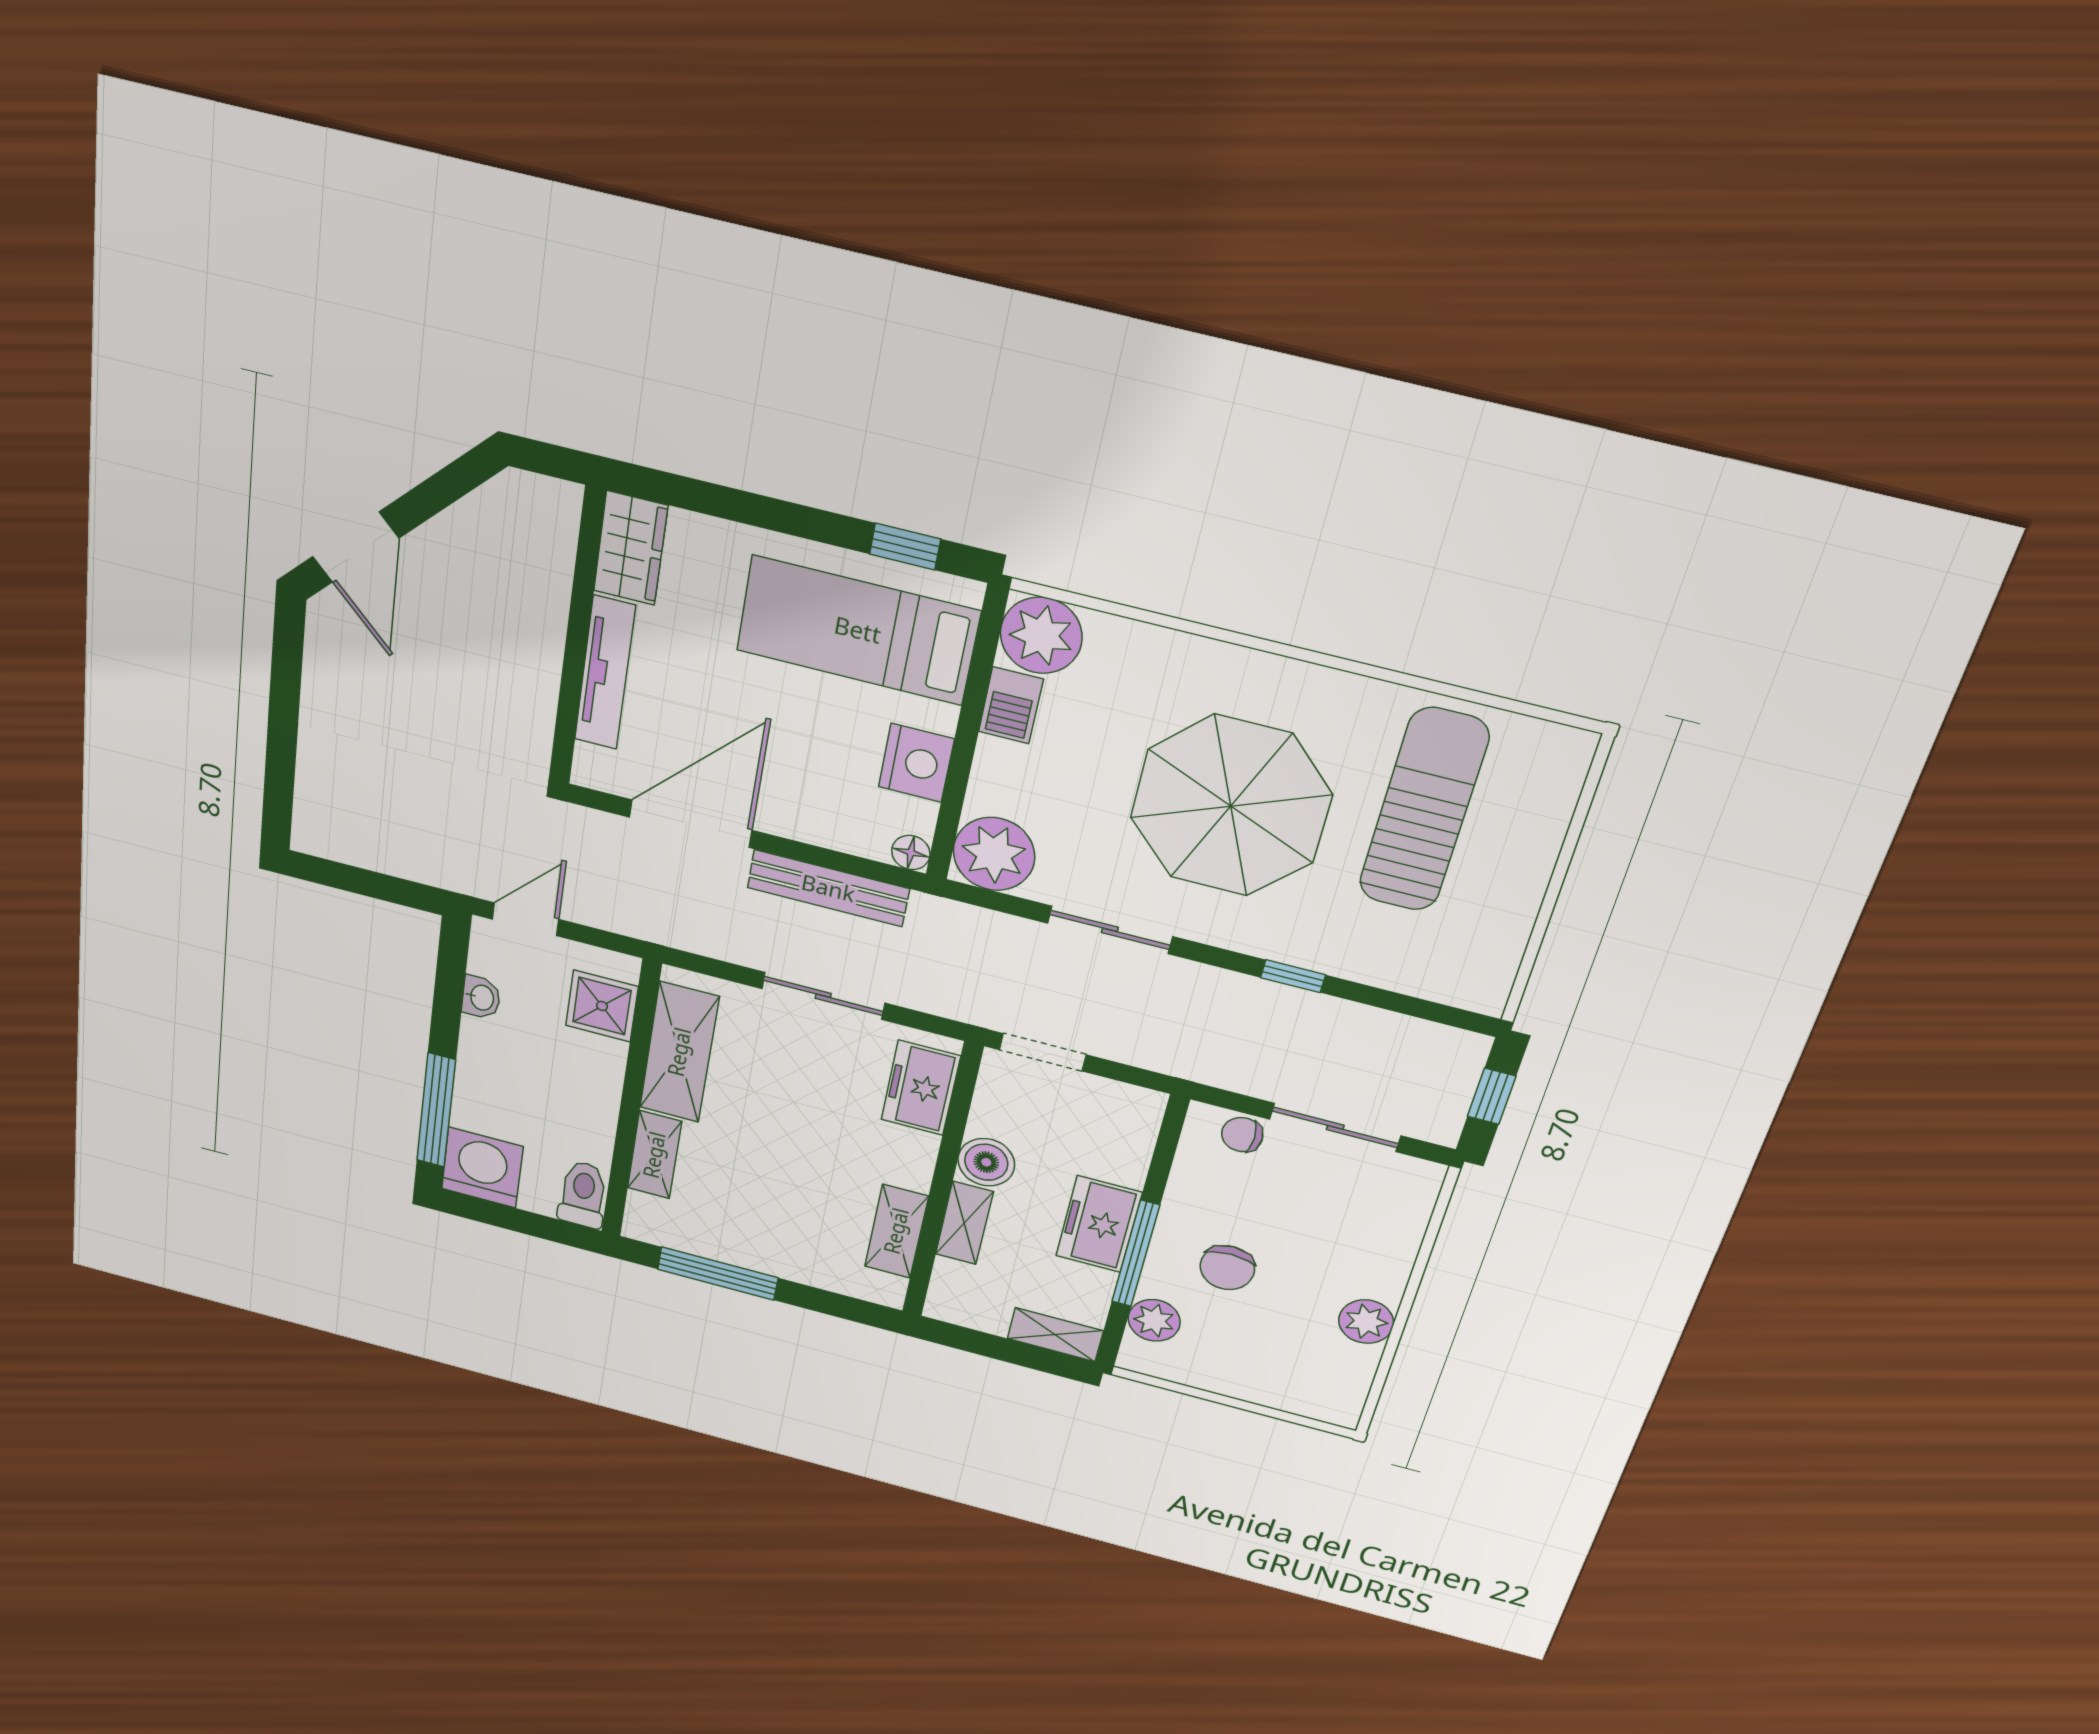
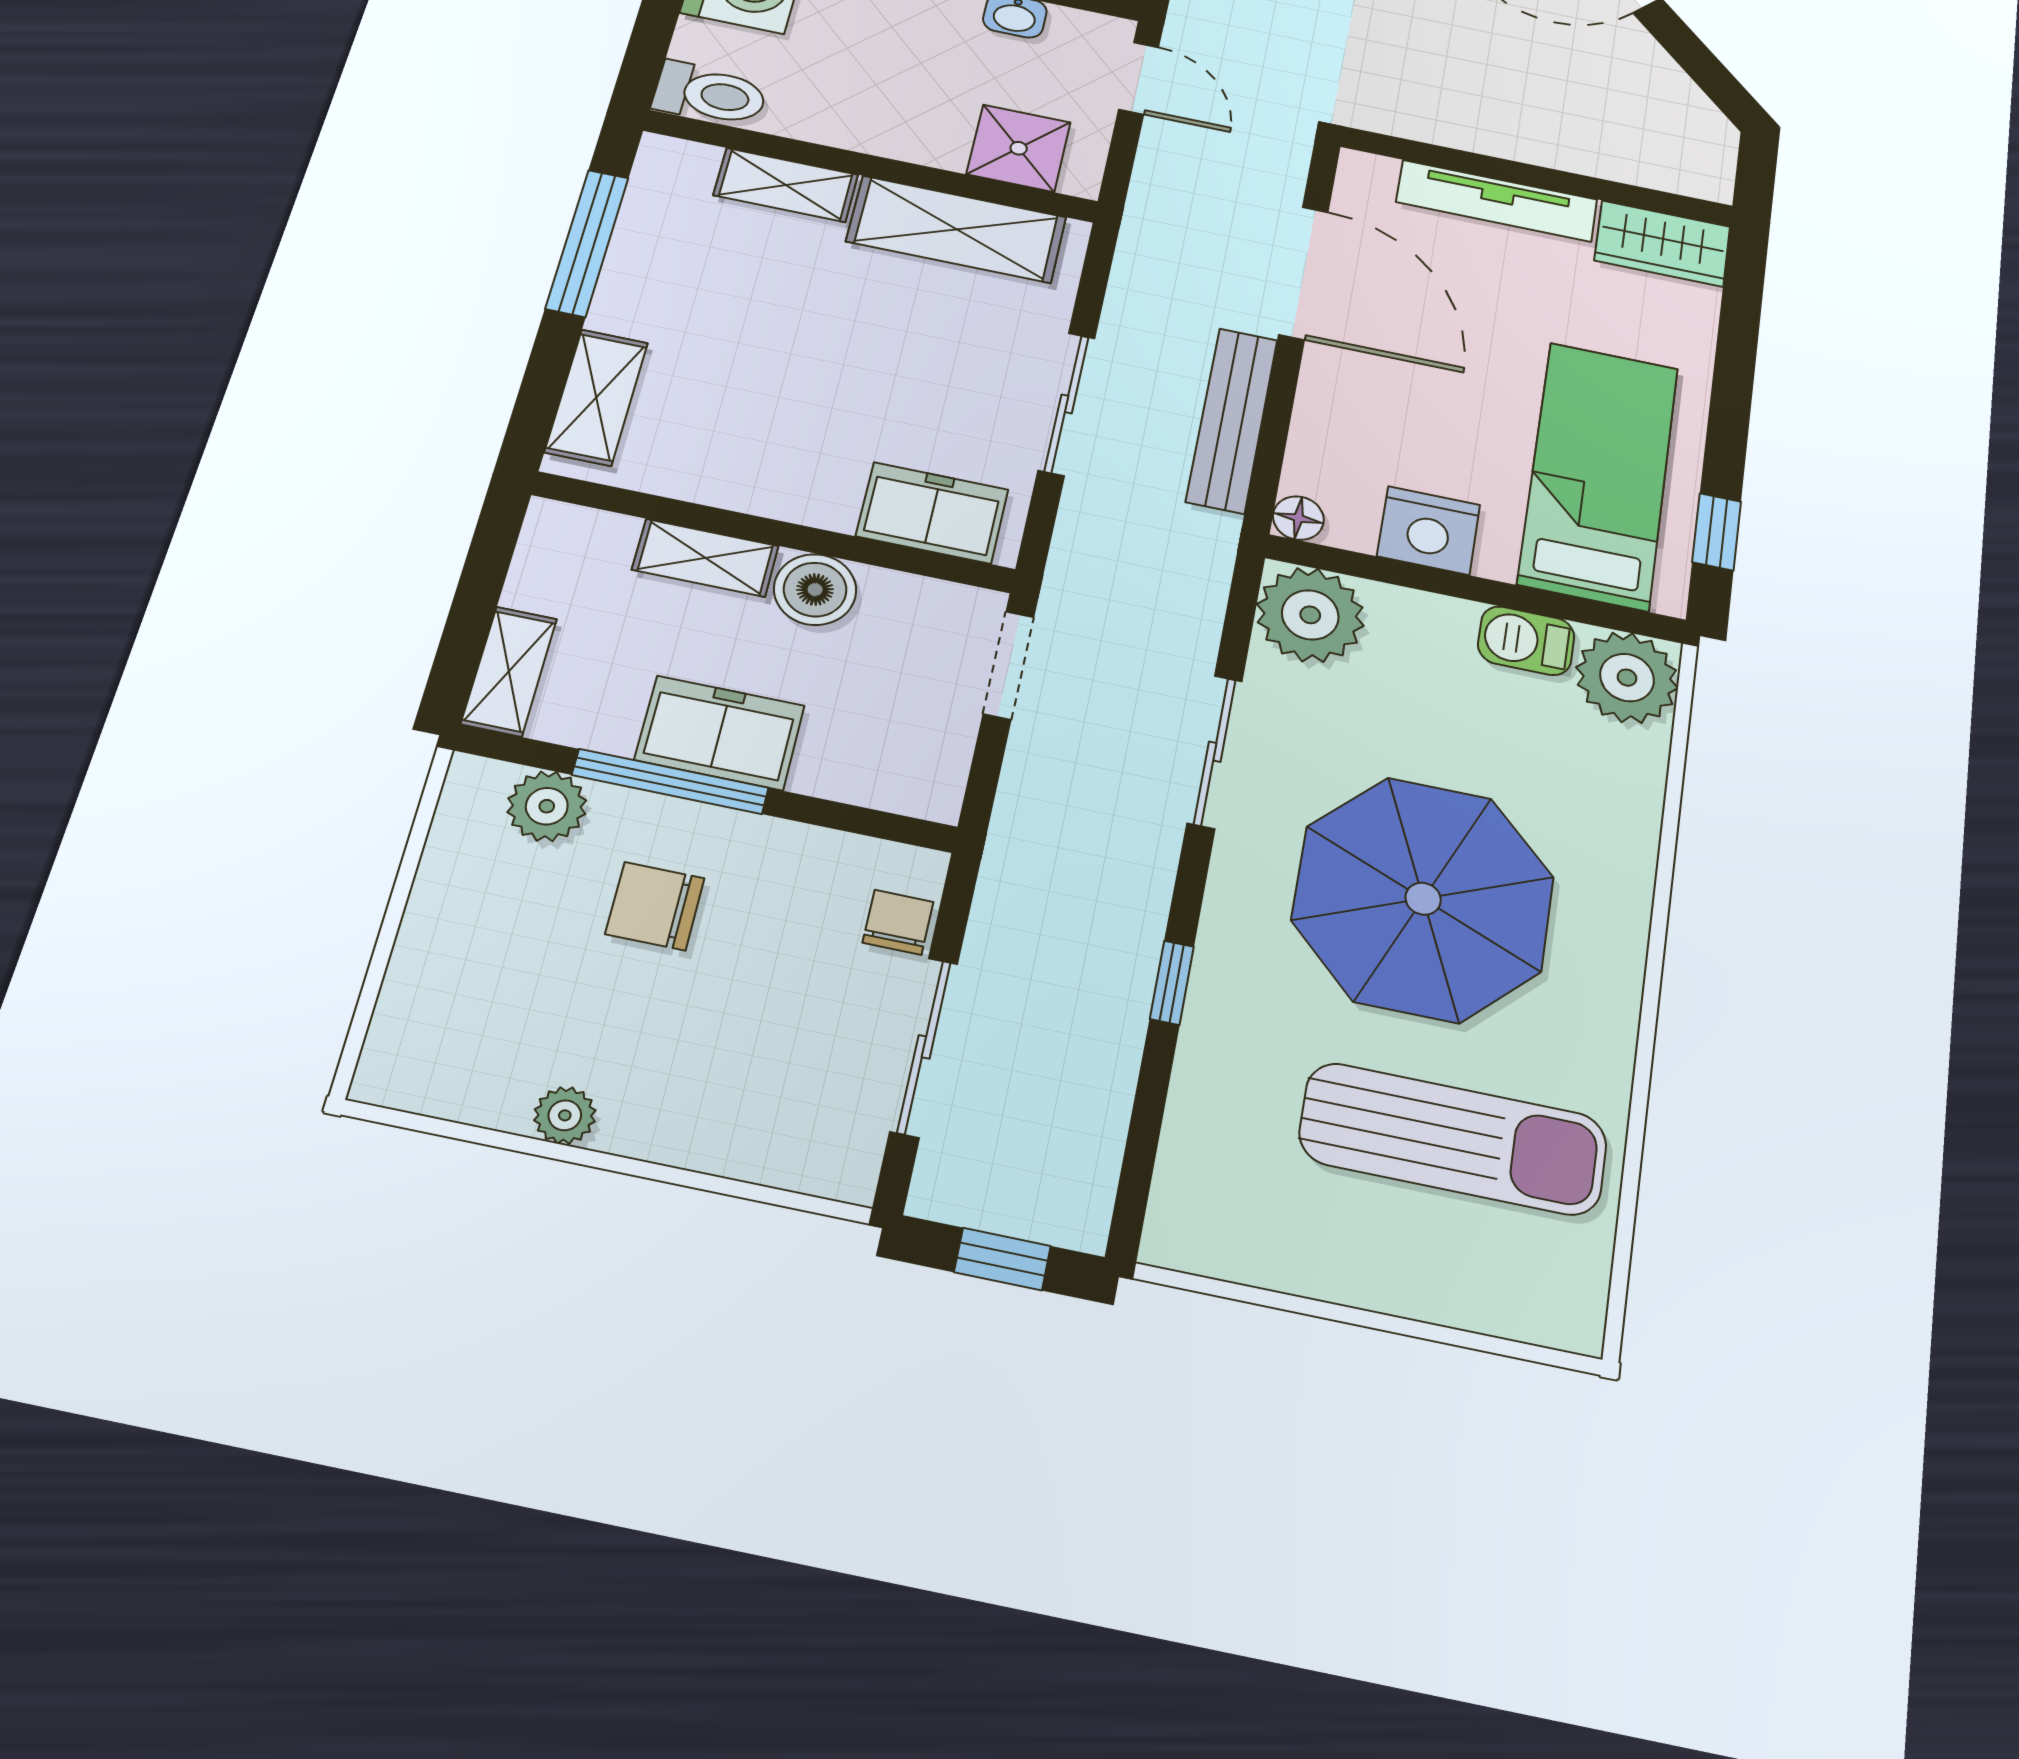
shelving: (896, 1231) -> (596, 397), moved, turned 90
plant: (1366, 1322) -> (565, 1115), width x0.73, depth x0.73

